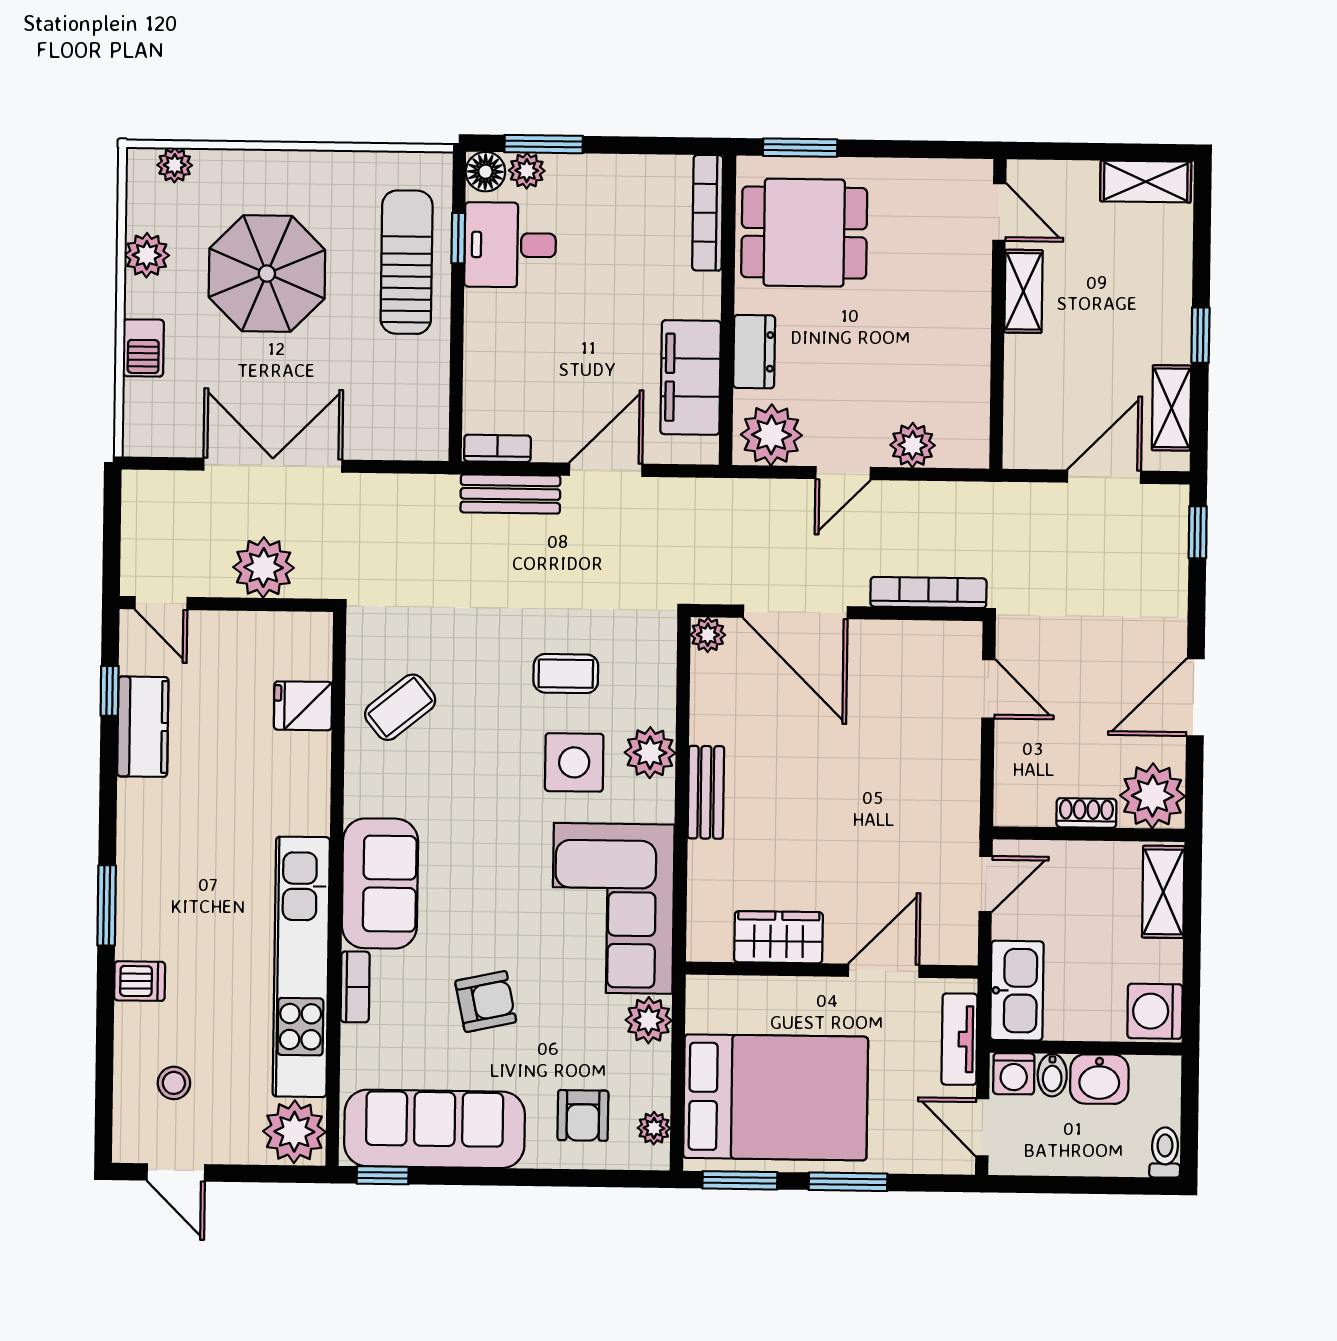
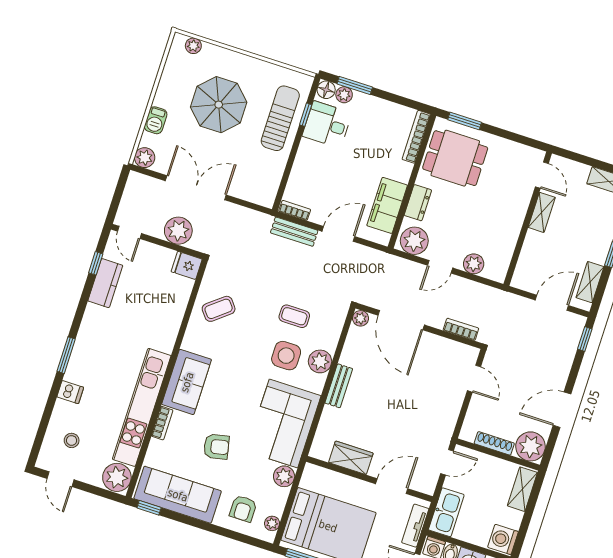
plant: (147, 255) -> (145, 158), moved
bookcase: (928, 592) -> (461, 329), width x0.64
fridge: (303, 706) -> (187, 265), moved
shoe rack: (1086, 813) -> (494, 443), width x1.43

